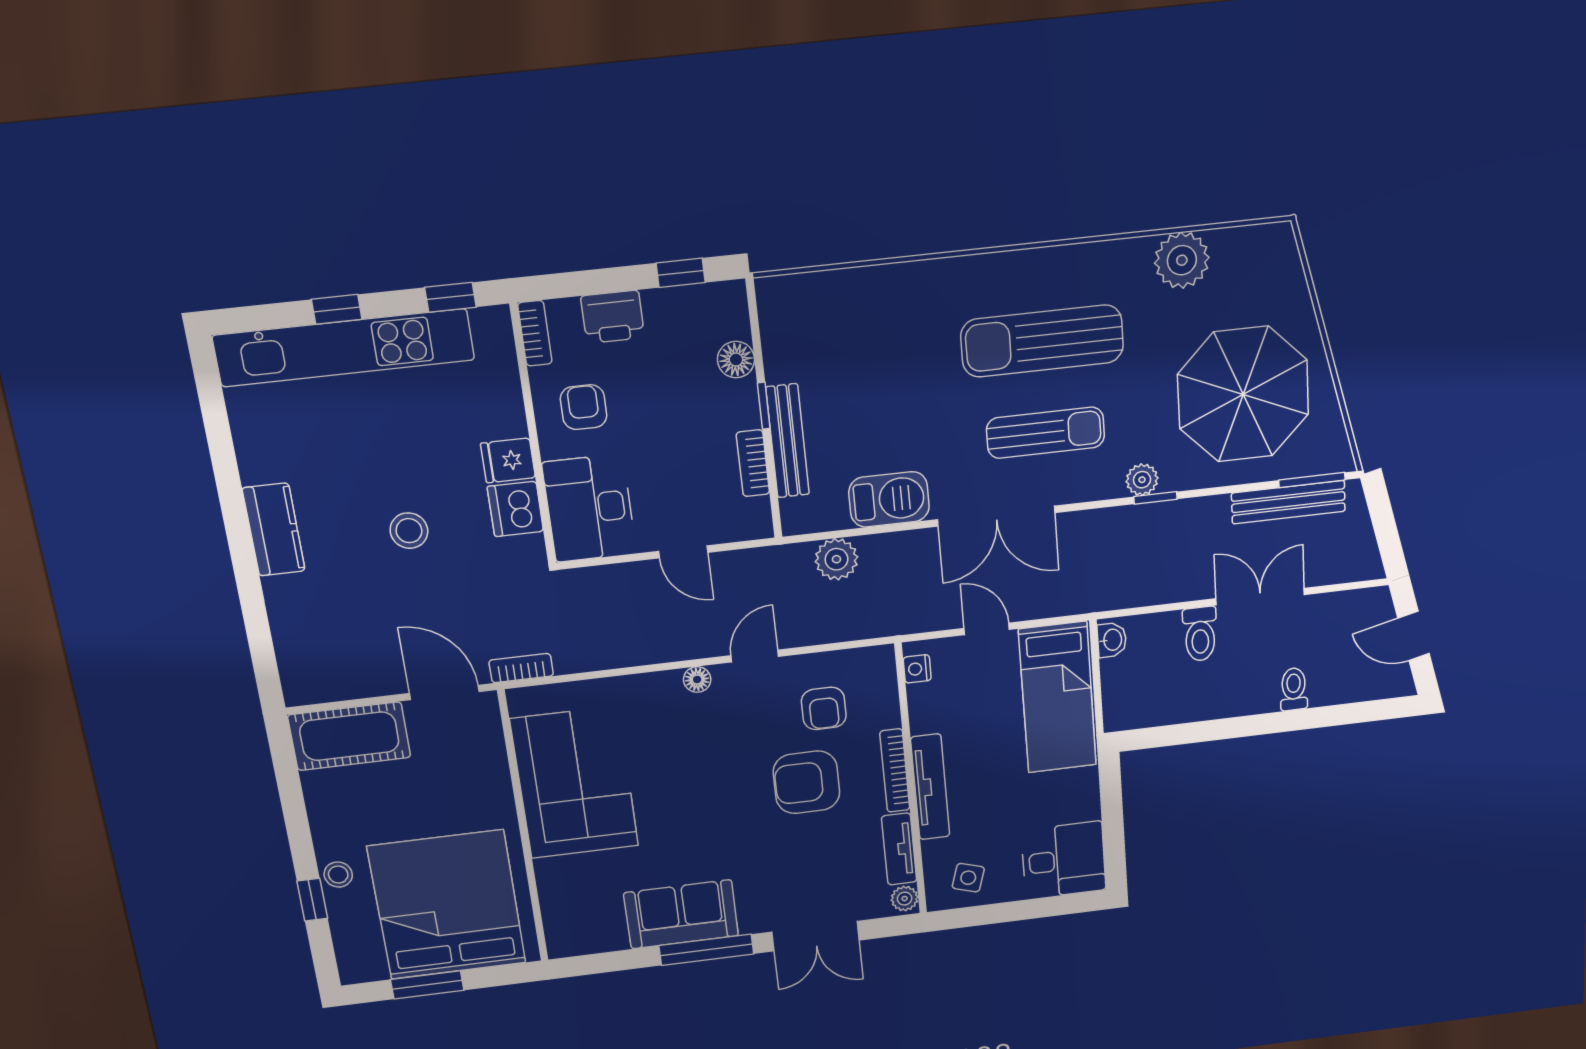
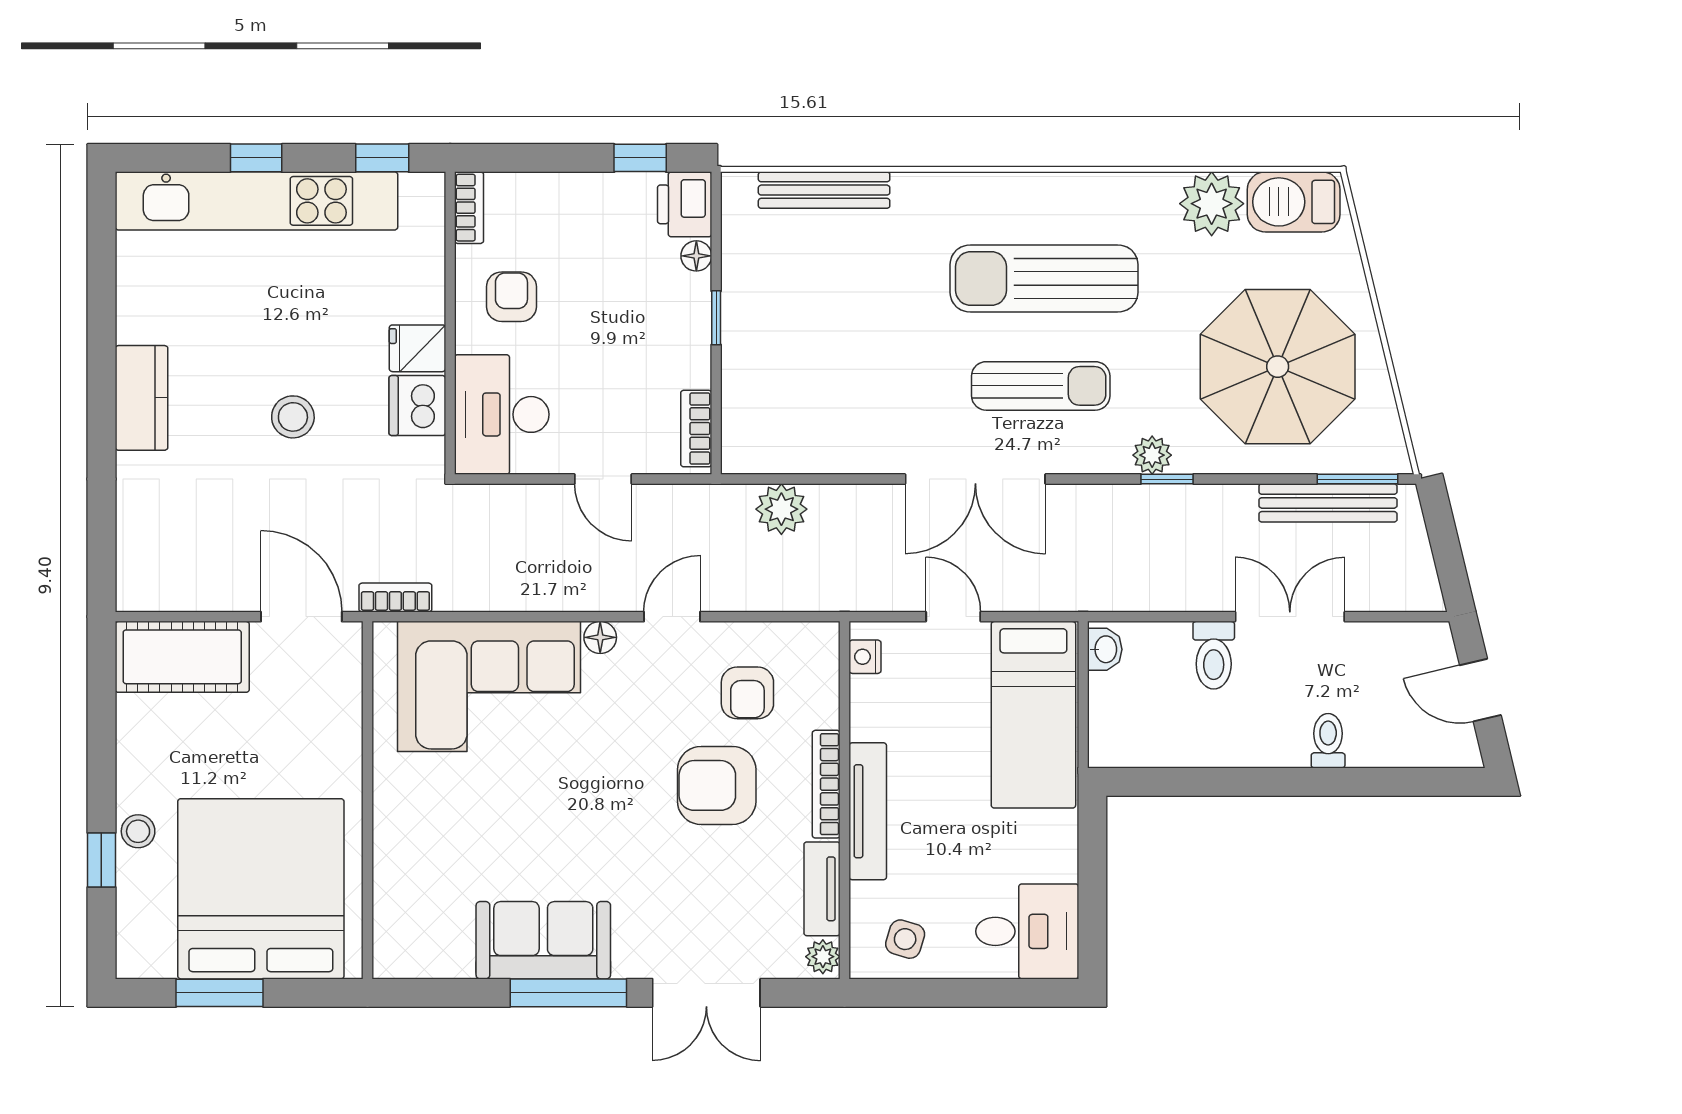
printer: (613, 317) -> (685, 204), moved, turned 90
floor lamp: (736, 360) -> (696, 256), width x0.73, depth x0.73
bench: (788, 441) -> (824, 190), moved, turned 90
bookcase: (753, 463) -> (696, 429), moved
barbecue: (889, 499) -> (1294, 202), moved, turned 180
corner sofa: (575, 783) -> (489, 686), moved, turned 90

